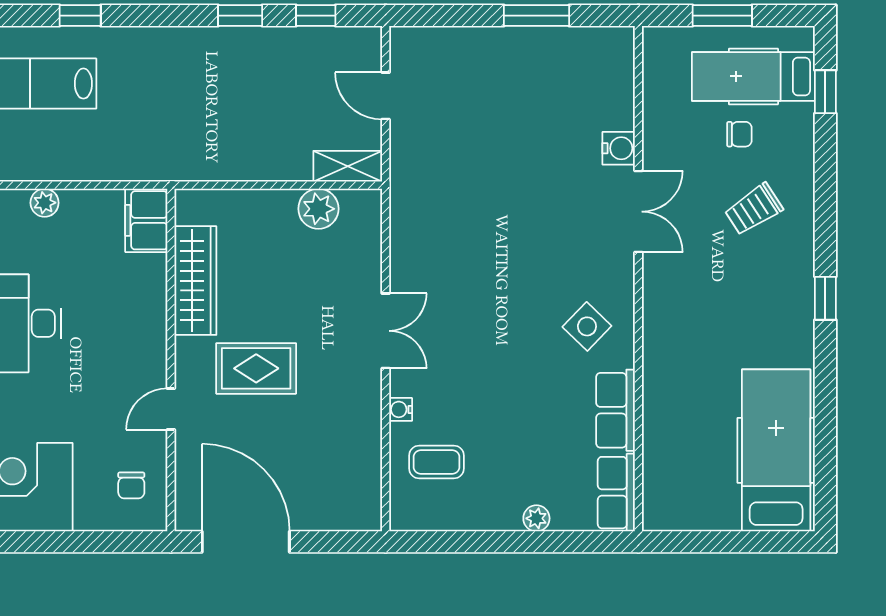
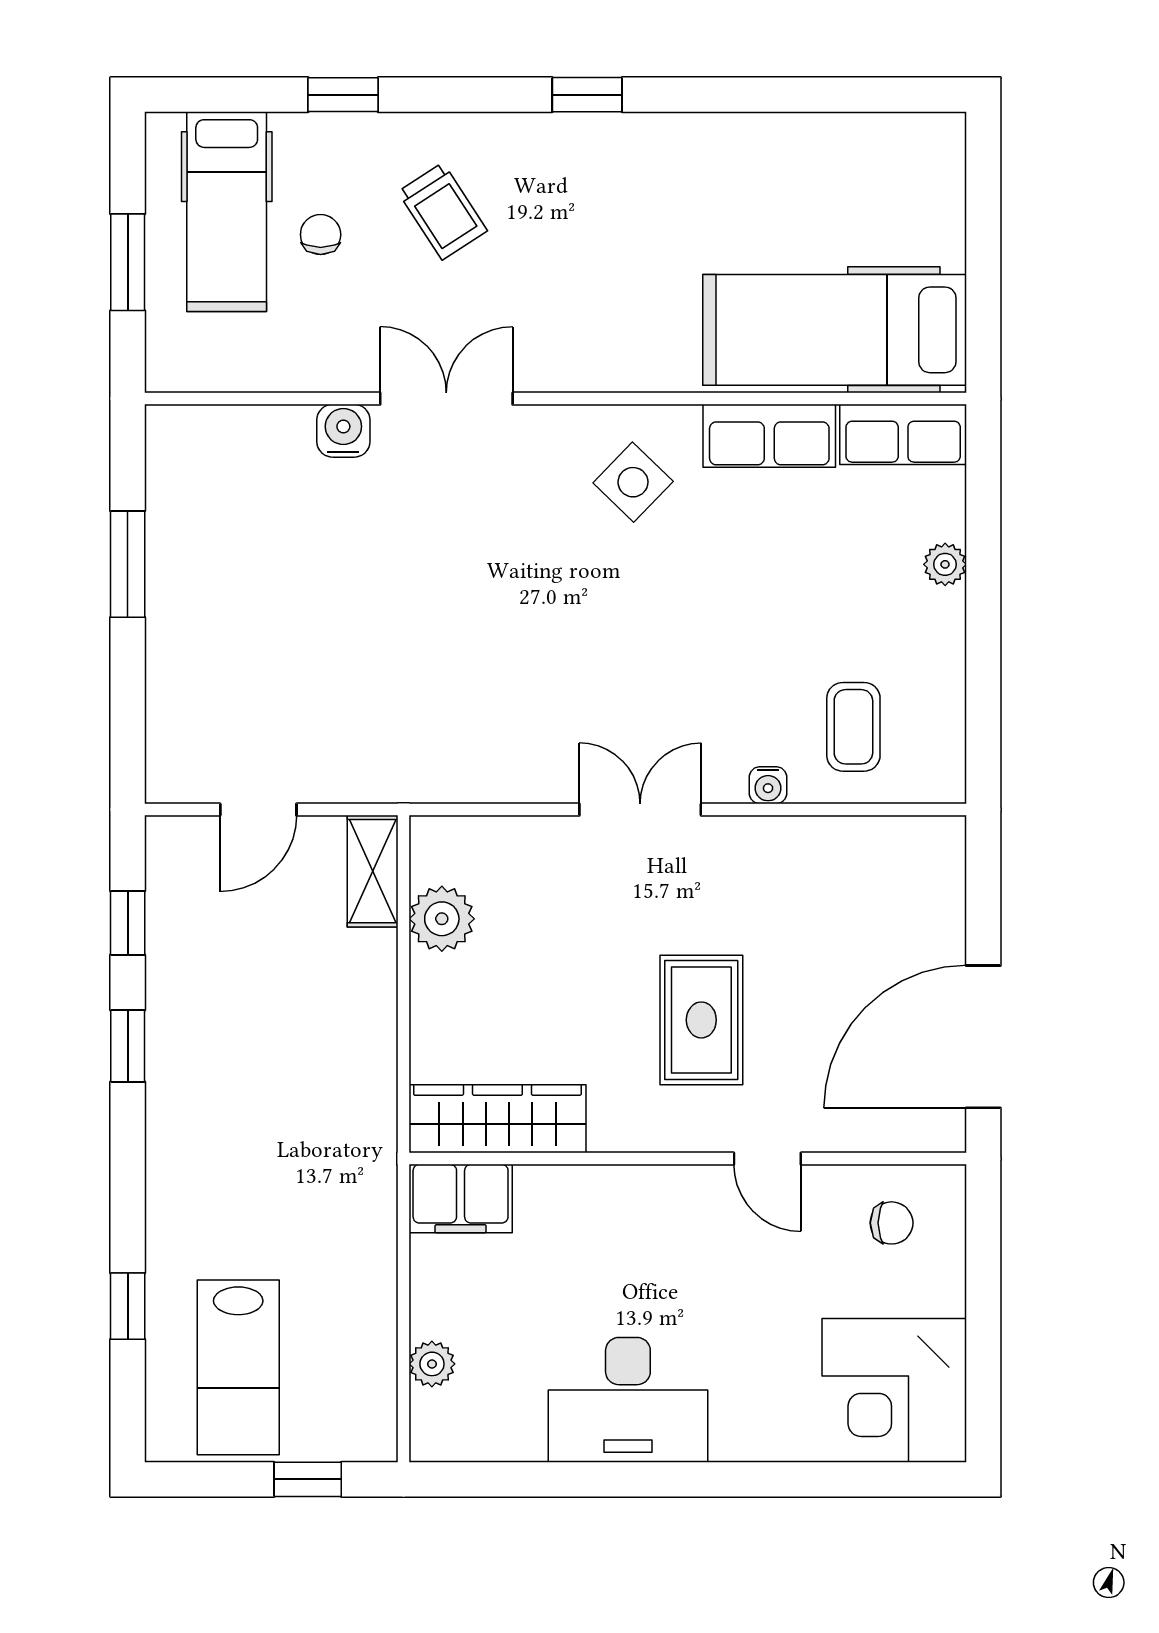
window: (825, 92) -> (343, 95), moved
wardrobe: (195, 281) -> (497, 1119), moved
hospital bed: (776, 450) -> (835, 330), moved

